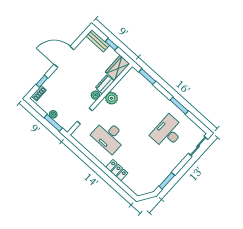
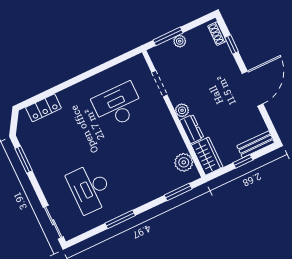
plant: (111, 98) -> (184, 162), moved
desk: (168, 132) -> (90, 188), turned 180
locker: (117, 170) -> (43, 108), moved

